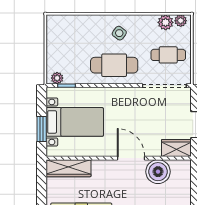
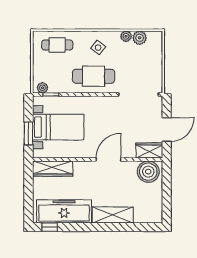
plant: (181, 21) -> (126, 36), moved
cafe table: (168, 55) -> (57, 45), moved
door: (131, 158) -> (109, 159), hinge flipped
boiler: (158, 172) -> (148, 172), moved

